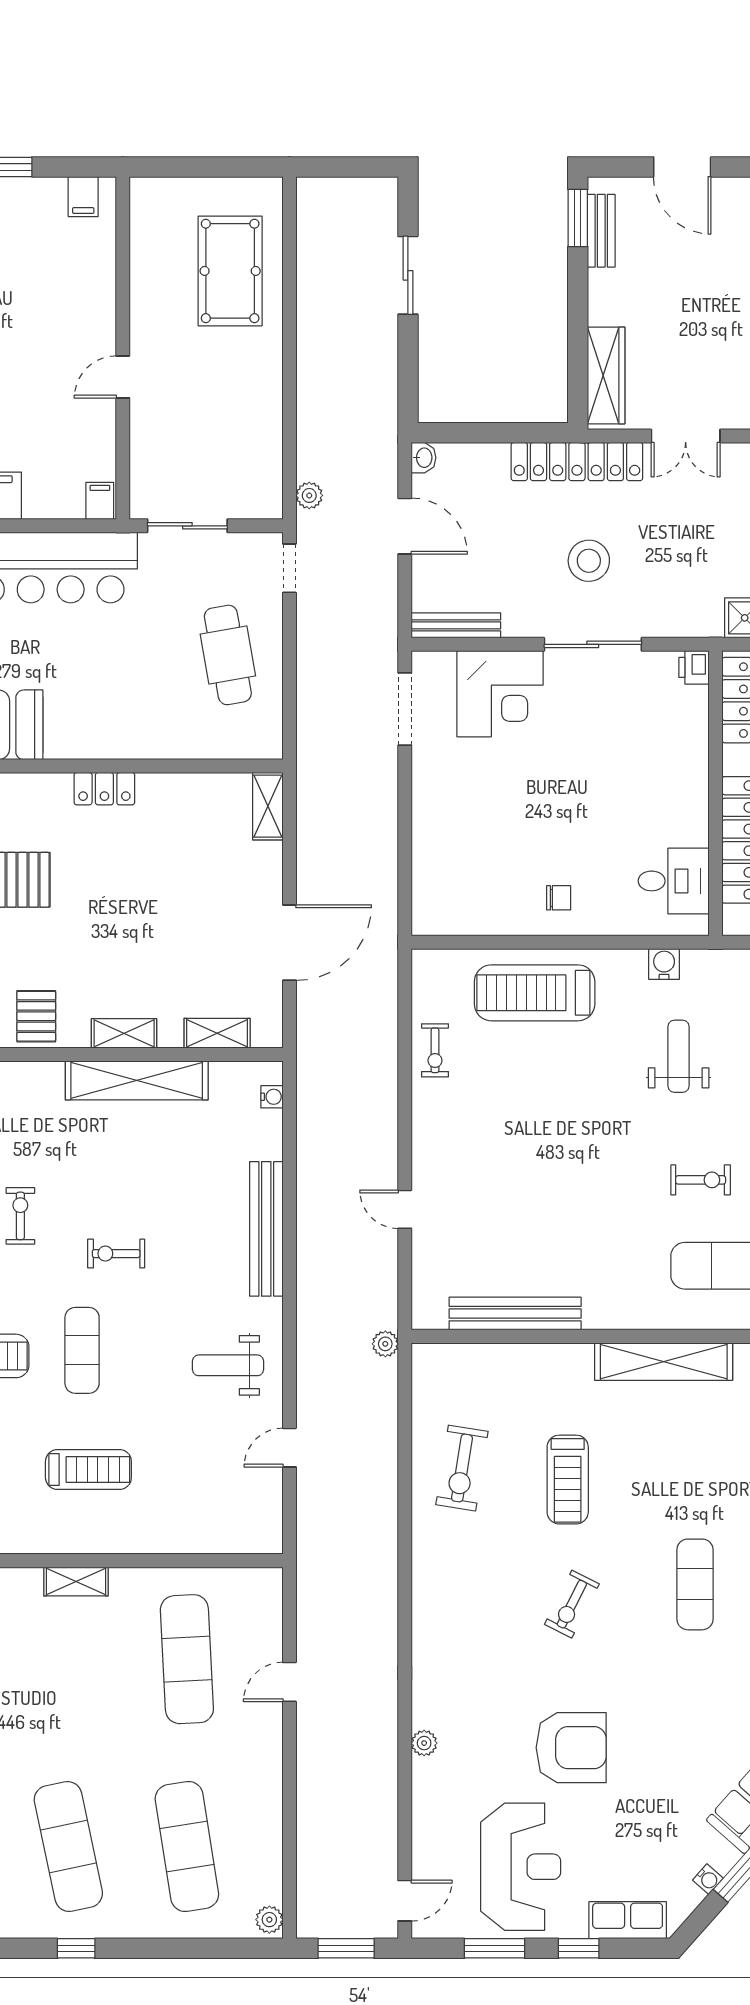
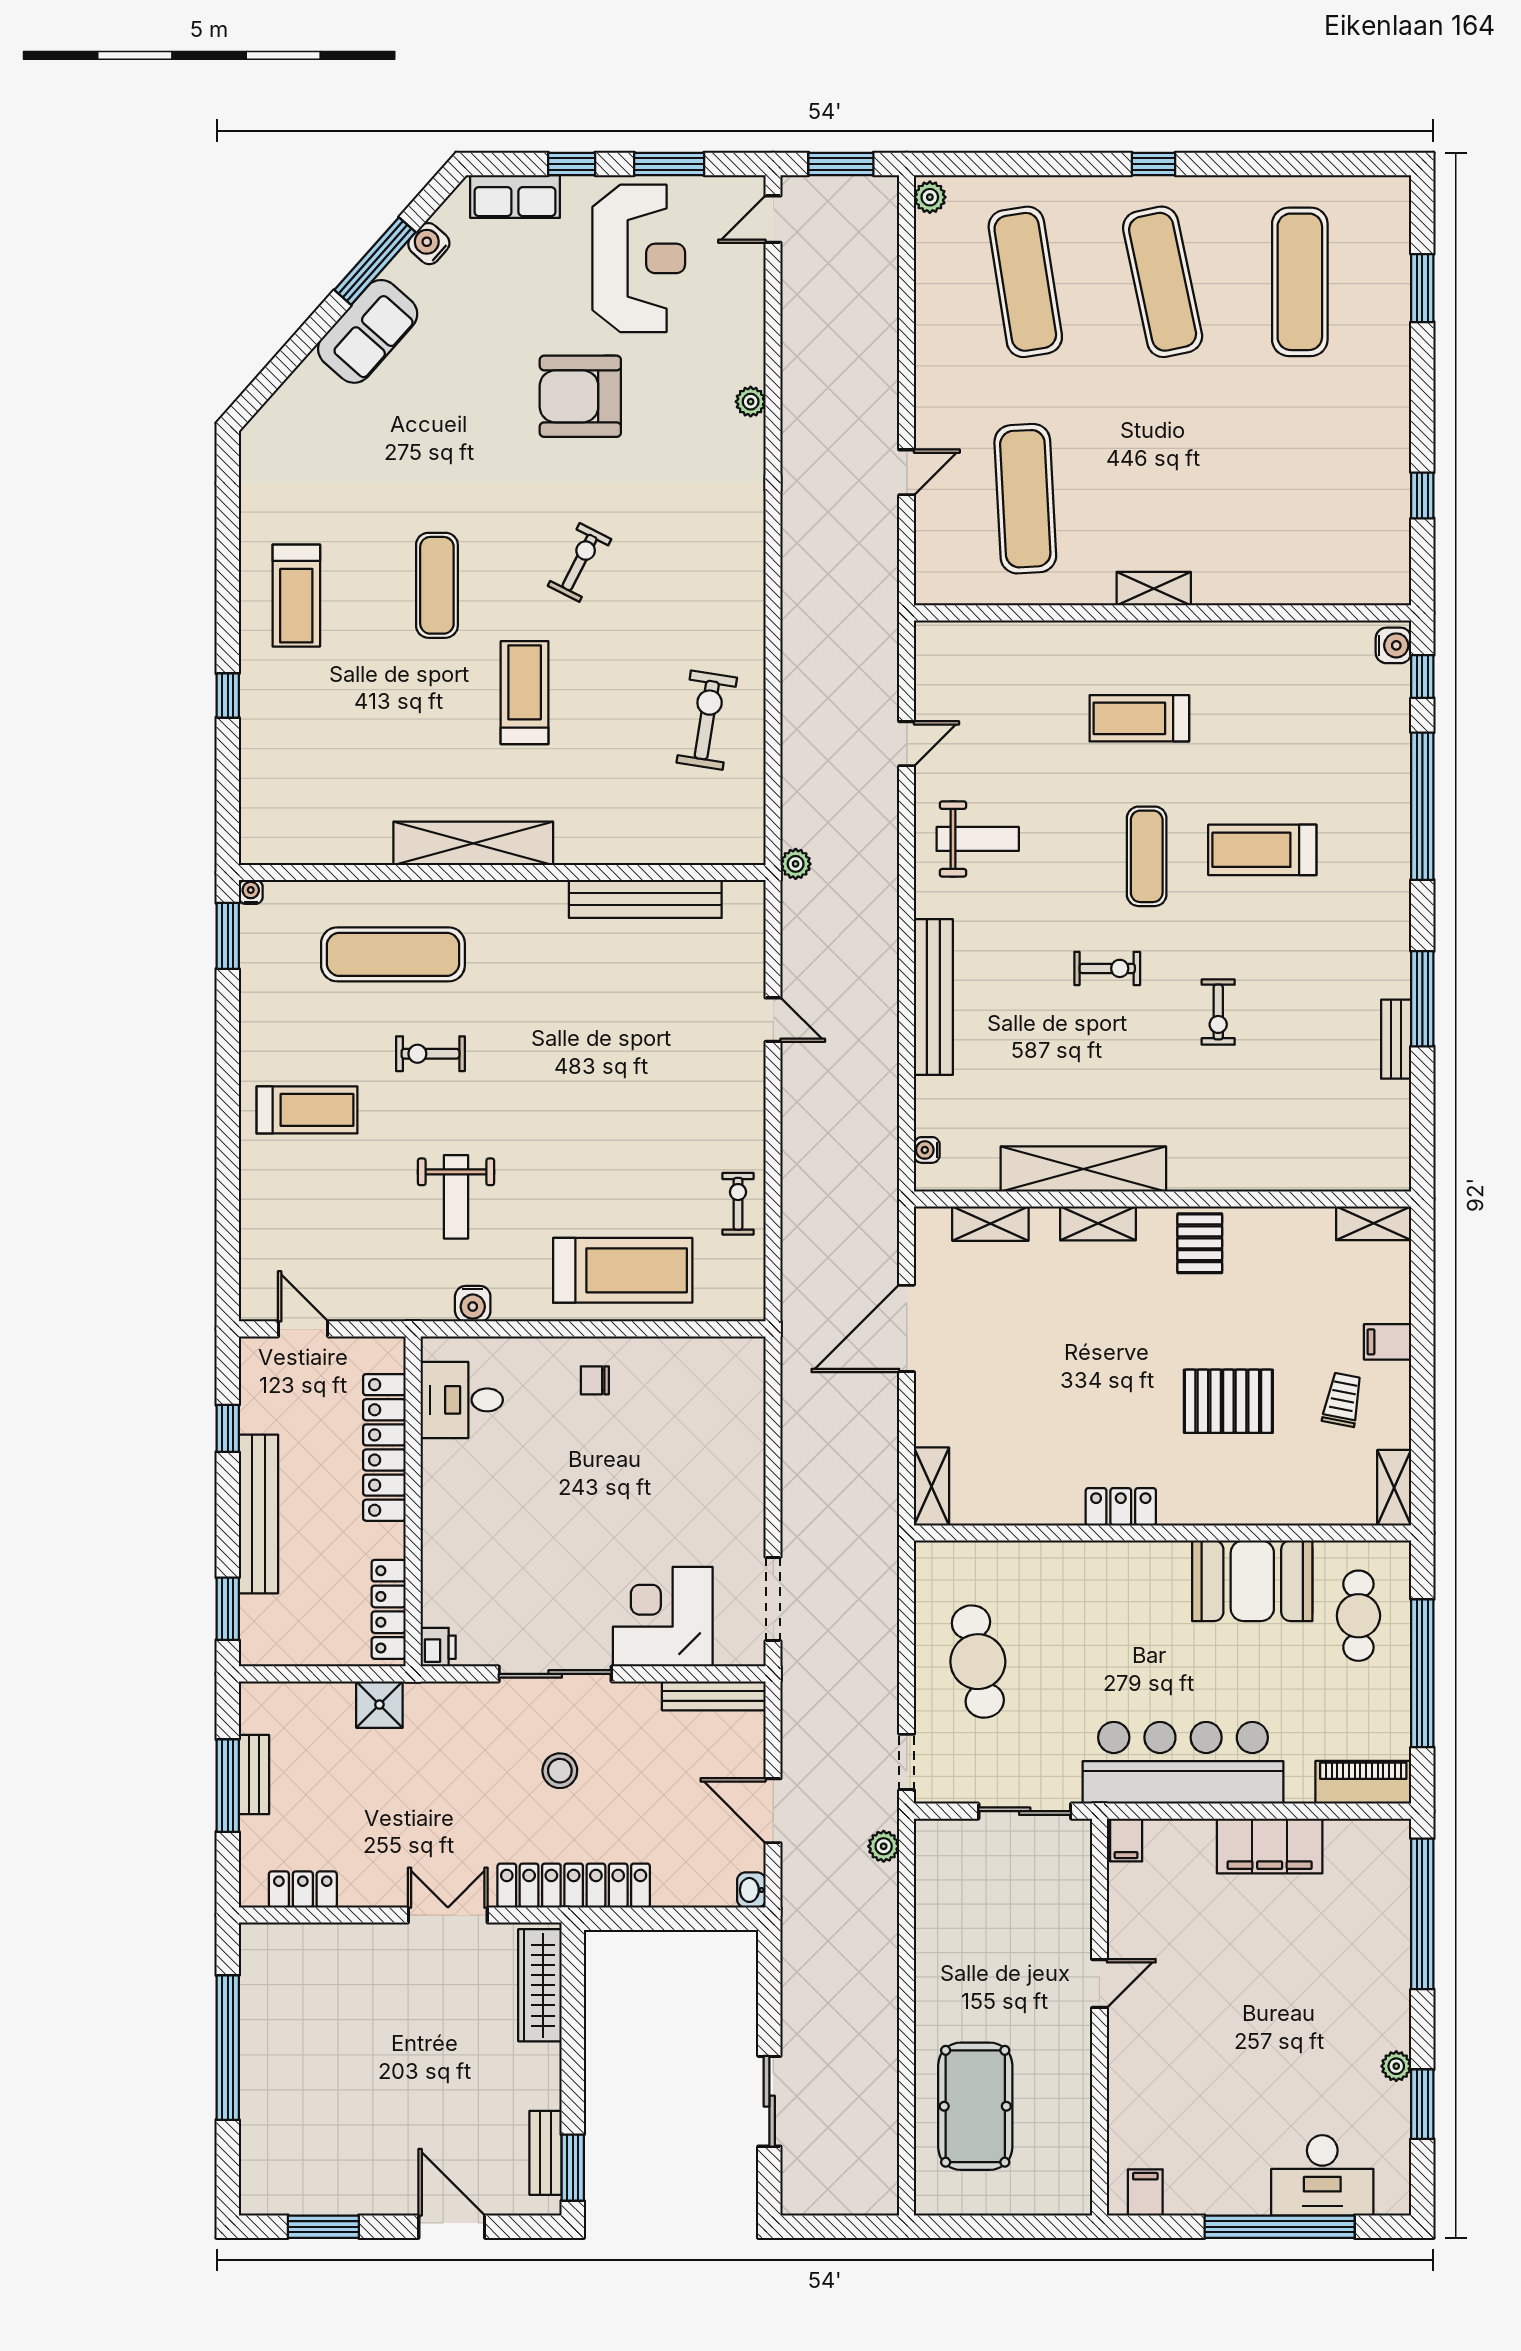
stool: (589, 561) -> (560, 1771), width x0.73, depth x0.73
treadmill: (568, 1480) -> (525, 693), moved
reception desk: (521, 1867) -> (639, 258), turned 180
water cooler: (708, 1879) -> (429, 244), width x1.38, depth x1.38

